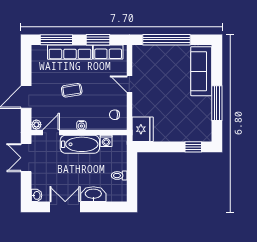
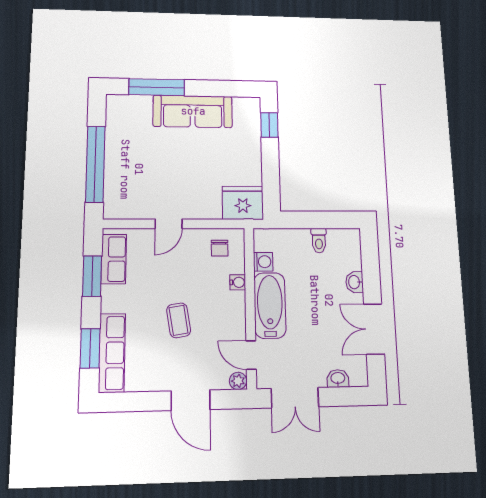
window: (56, 40) -> (90, 348), width x0.69
row of seats: (70, 52) -> (112, 353), moved
sofa: (201, 71) -> (193, 111), moved
window: (217, 103) -> (157, 87), moved
water cooler: (81, 125) -> (238, 282), moved
washbasin: (93, 194) -> (355, 282), width x0.52, depth x0.69
washbasin: (37, 195) -> (338, 378), moved

